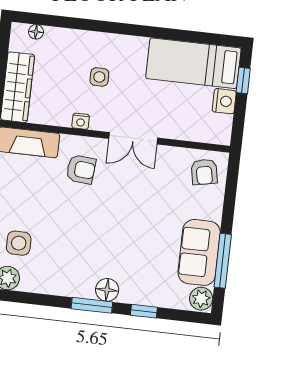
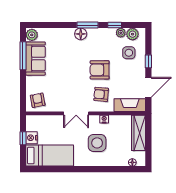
side table: (99, 77) -> (97, 143), width x1.87, depth x1.87
window: (243, 81) -> (23, 138), moved
double door: (133, 138) -> (76, 113), swing flipped
armchair: (79, 217) -> (100, 70), added
plant: (30, 283) -> (121, 33), added
window: (144, 311) -> (115, 25), moved

